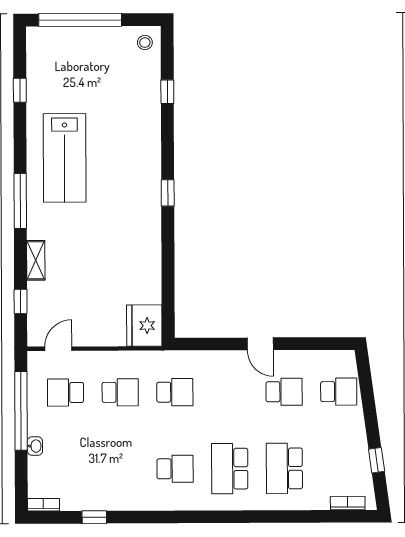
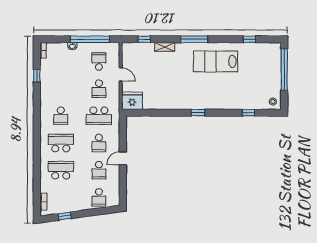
door: (58, 349) -> (121, 74), moved
school desk: (175, 392) -> (99, 116), width x1.85
school desk: (229, 392) -> (99, 143), added

